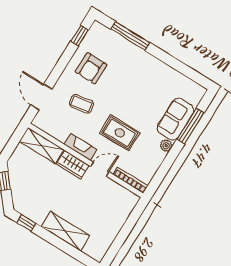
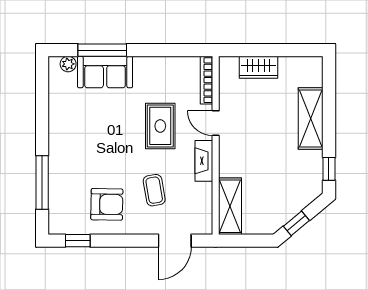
plant: (166, 146) -> (68, 64), moved
wardrobe: (73, 165) -> (258, 67), moved, turned 90

